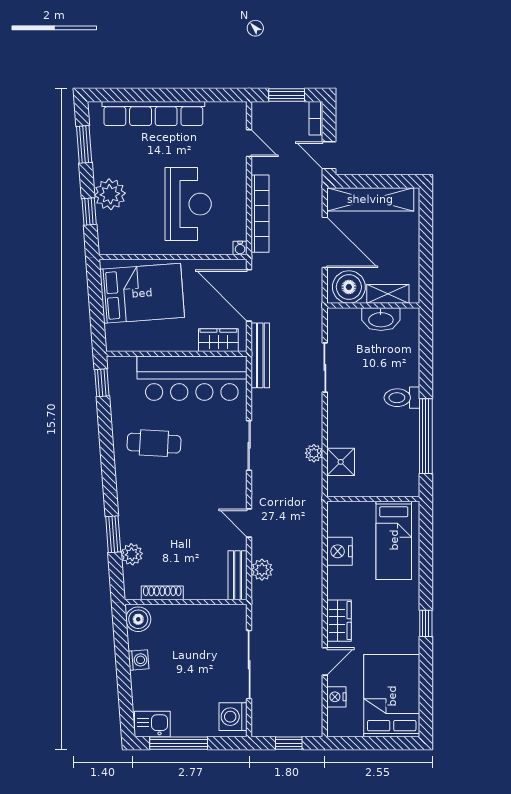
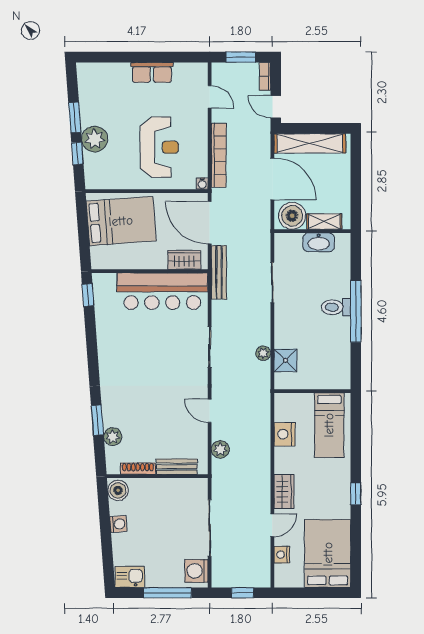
row of seats: (153, 114) -> (152, 72), width x0.50
window: (84, 144) -> (75, 117), moved
window: (426, 436) -> (356, 311), moved
cafe table: (154, 443) -> (131, 345), removed
bench: (238, 575) -> (177, 467), moved, turned 90
window: (179, 743) -> (168, 593), moved

